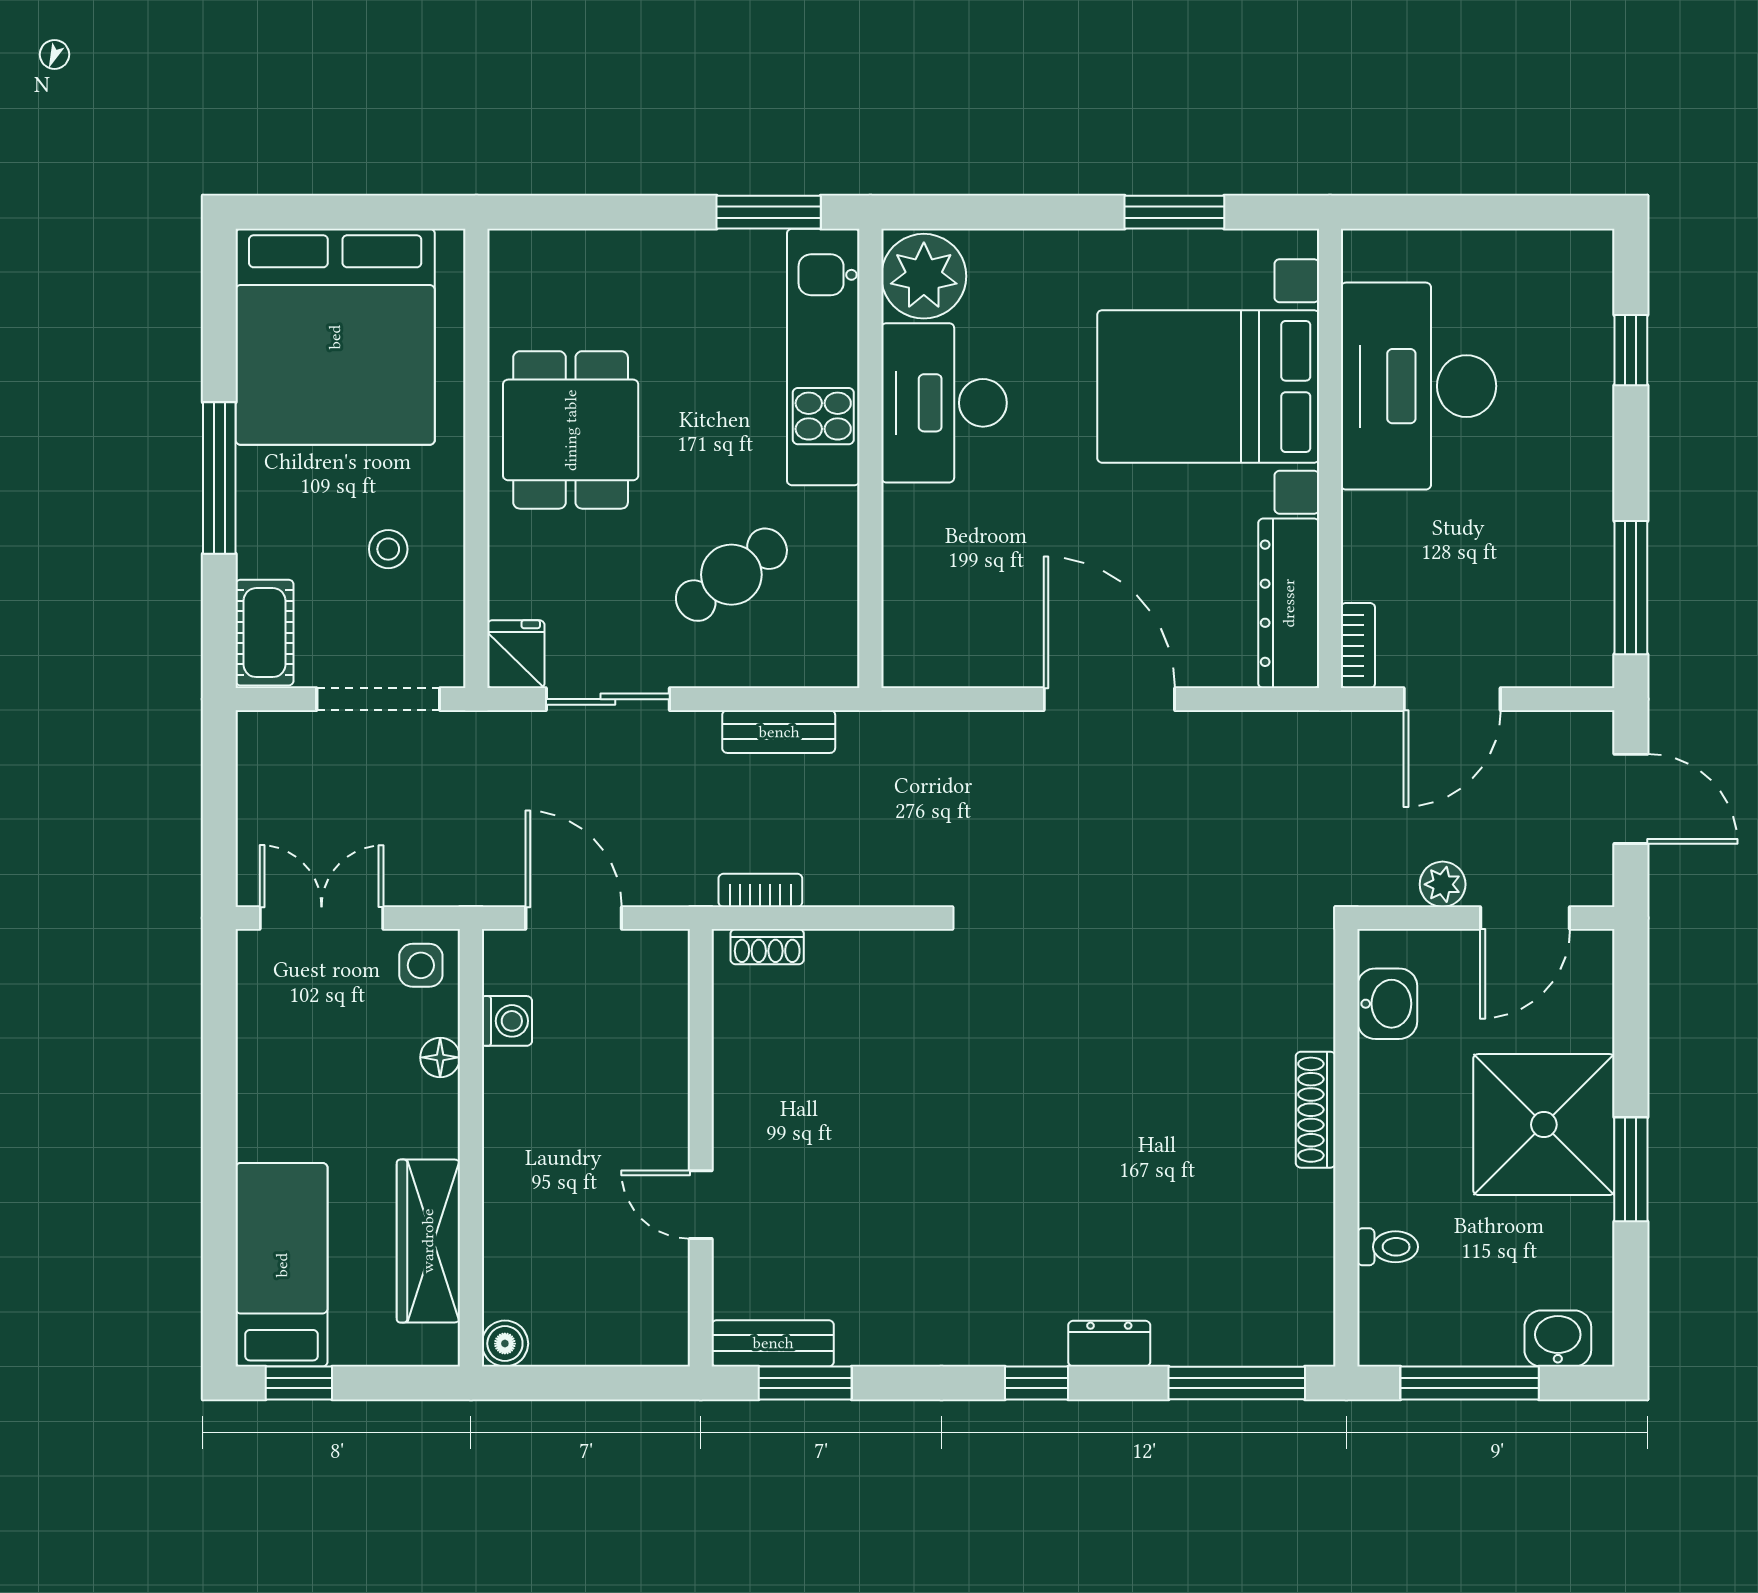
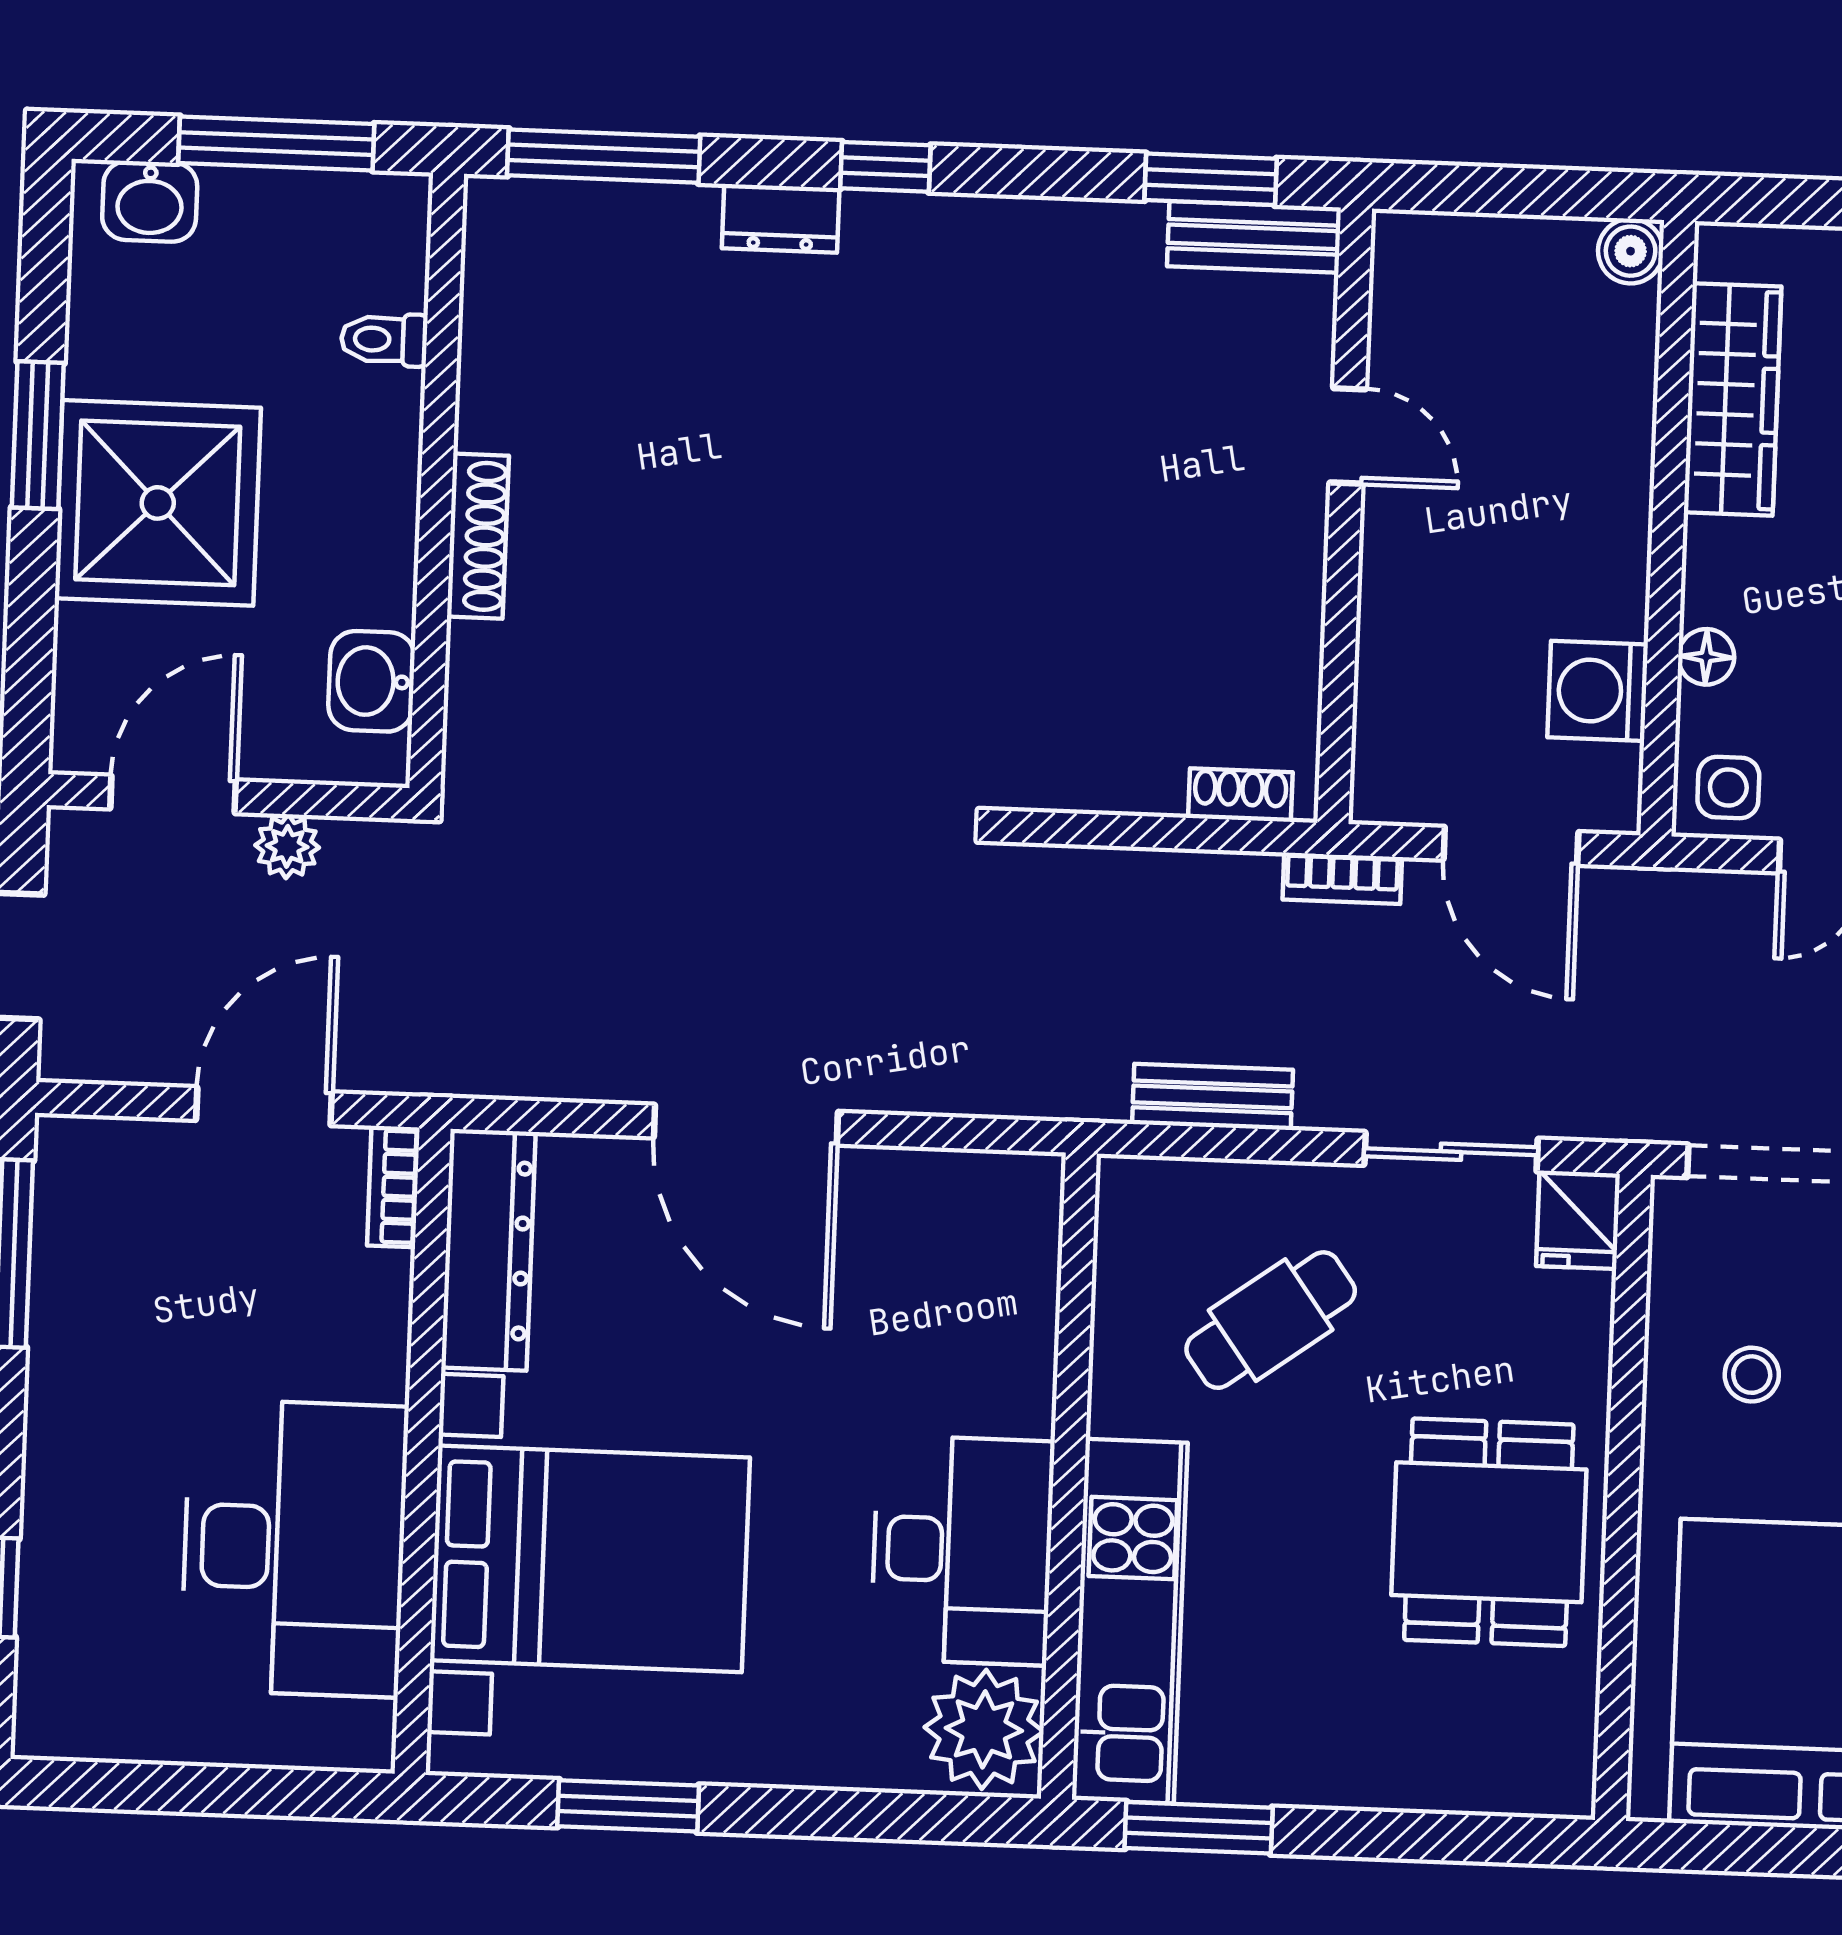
bookcase: (760, 890) -> (1342, 878), moved
washing machine: (507, 1021) -> (1598, 691), width x1.38, depth x1.38

